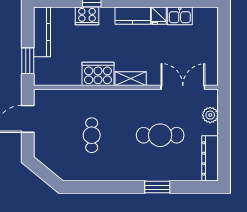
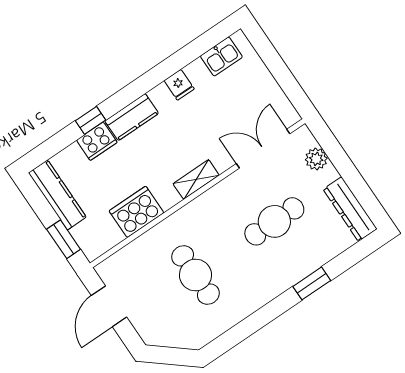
kitchen counter: (133, 16) -> (132, 117), moved
kitchen sink: (180, 16) -> (221, 57), moved
cooker: (98, 74) -> (137, 212), moved
cafe table: (92, 135) -> (195, 275), width x1.37, depth x1.35

